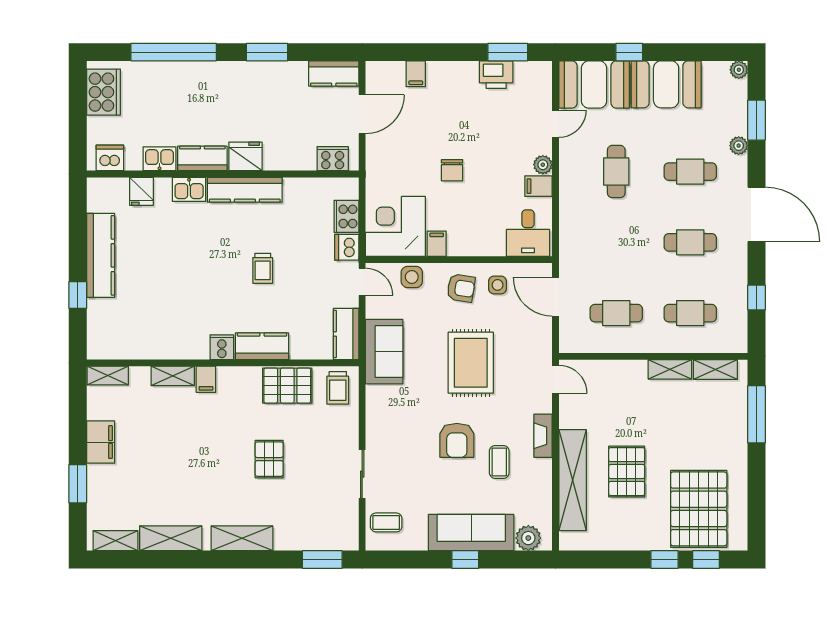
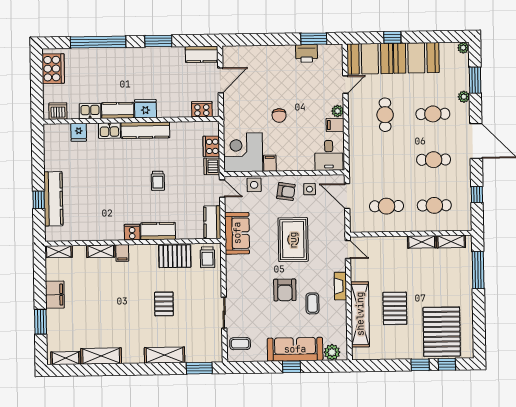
filing cabinet: (416, 74) -> (255, 54), removed
kitchen counter: (101, 255) -> (53, 199), moved
shelving: (242, 538) -> (165, 355), moved

